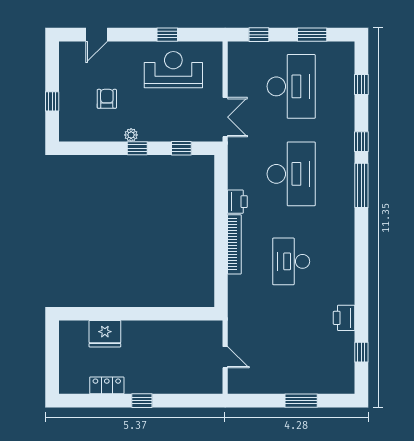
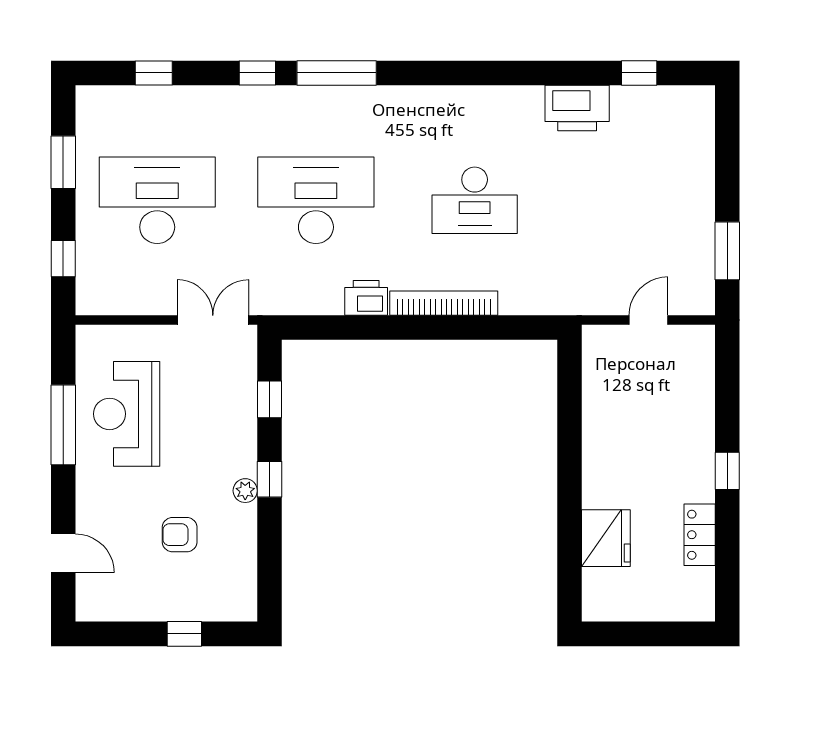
window: (167, 35) -> (63, 425), width x2.17
printer: (344, 318) -> (577, 108), width x1.37, depth x1.19
window: (301, 401) -> (727, 251), moved

